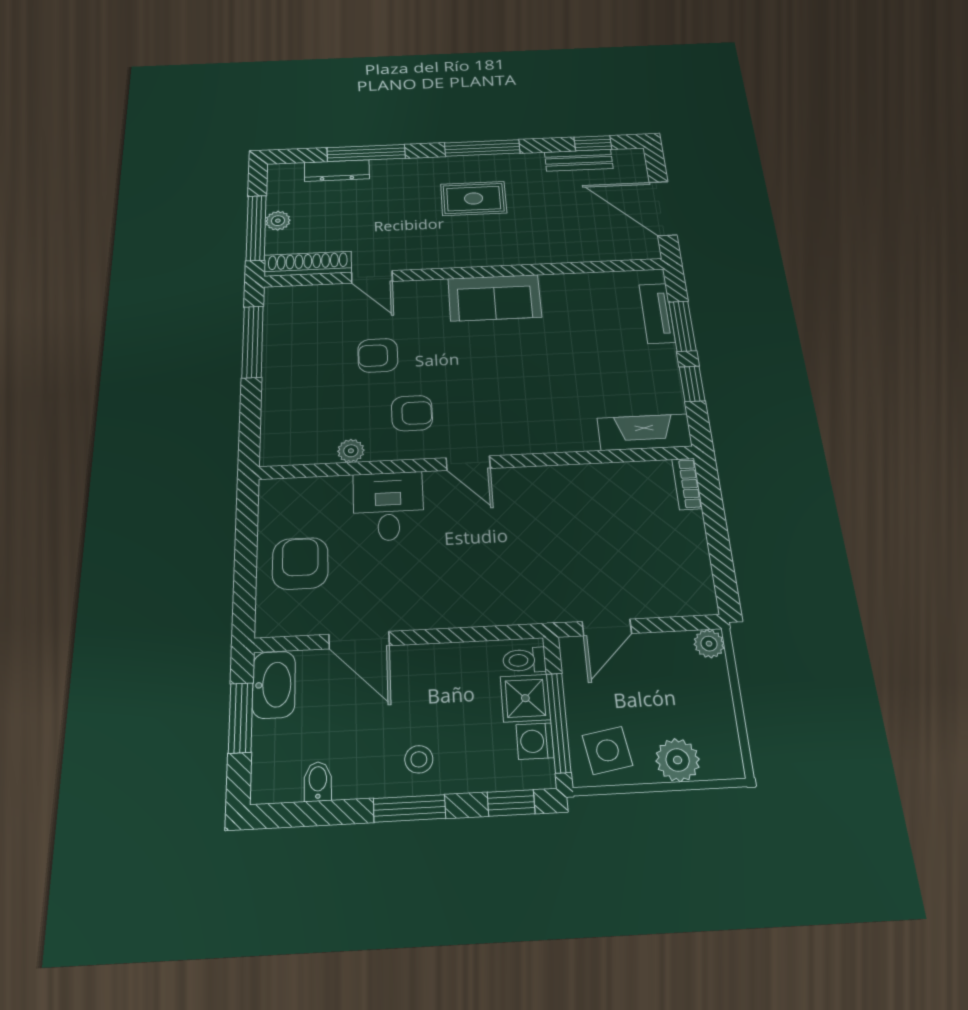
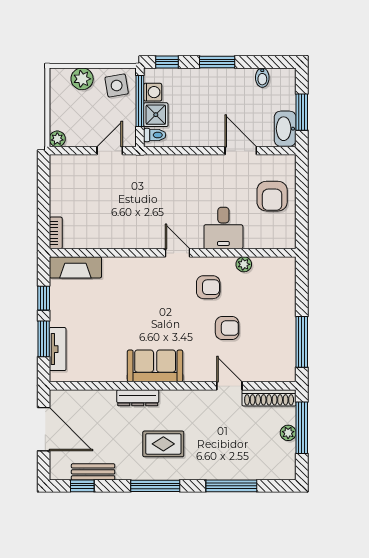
dresser: (337, 171) -> (138, 398), moved, turned 180
armchair: (412, 413) -> (208, 287), turned 180
stool: (419, 759) -> (212, 86), removed

